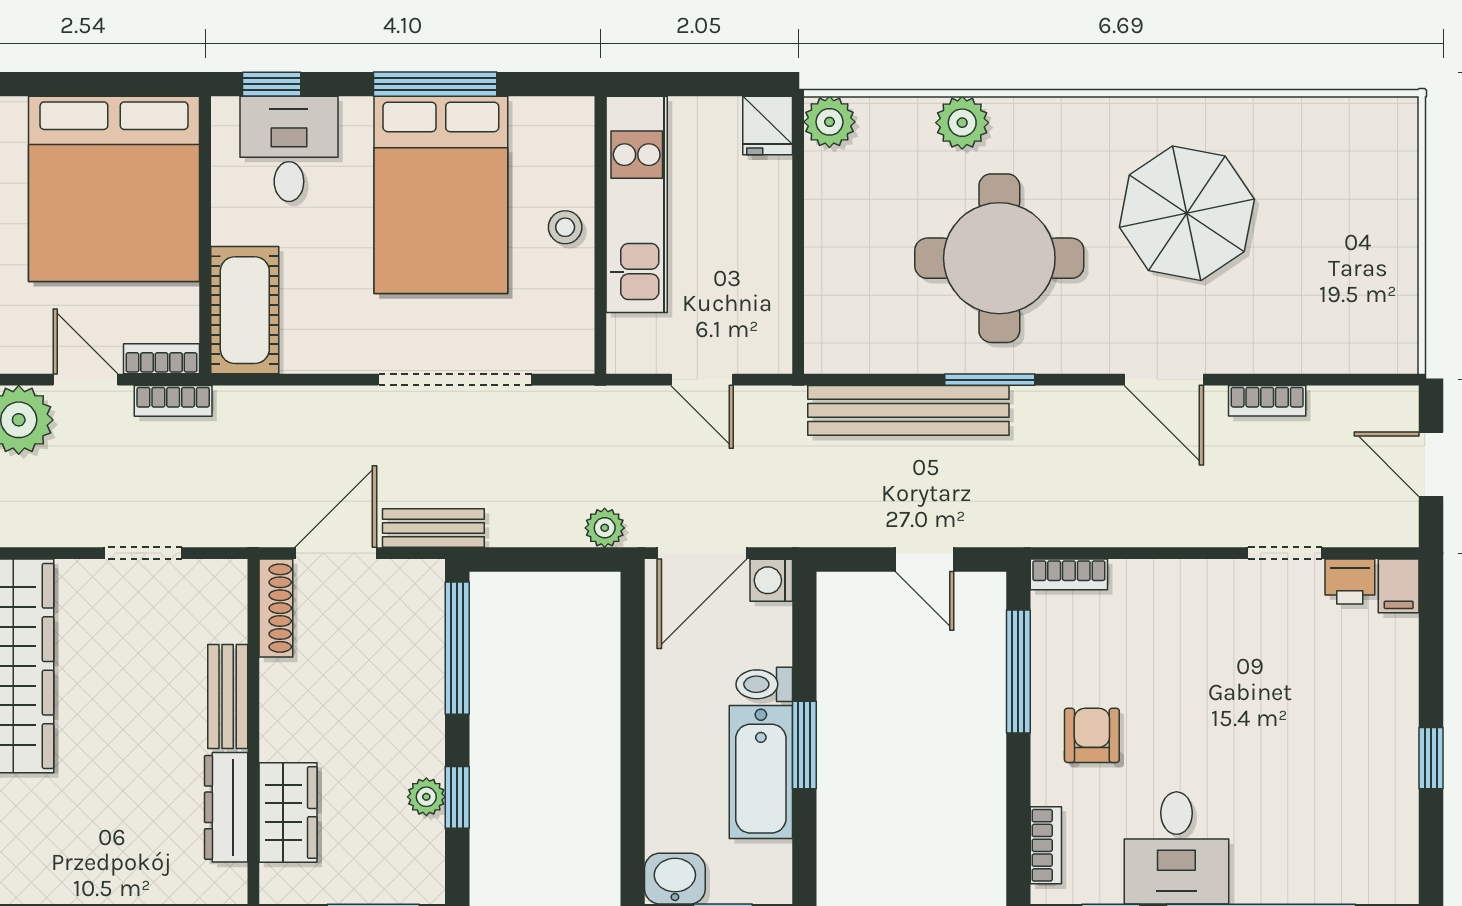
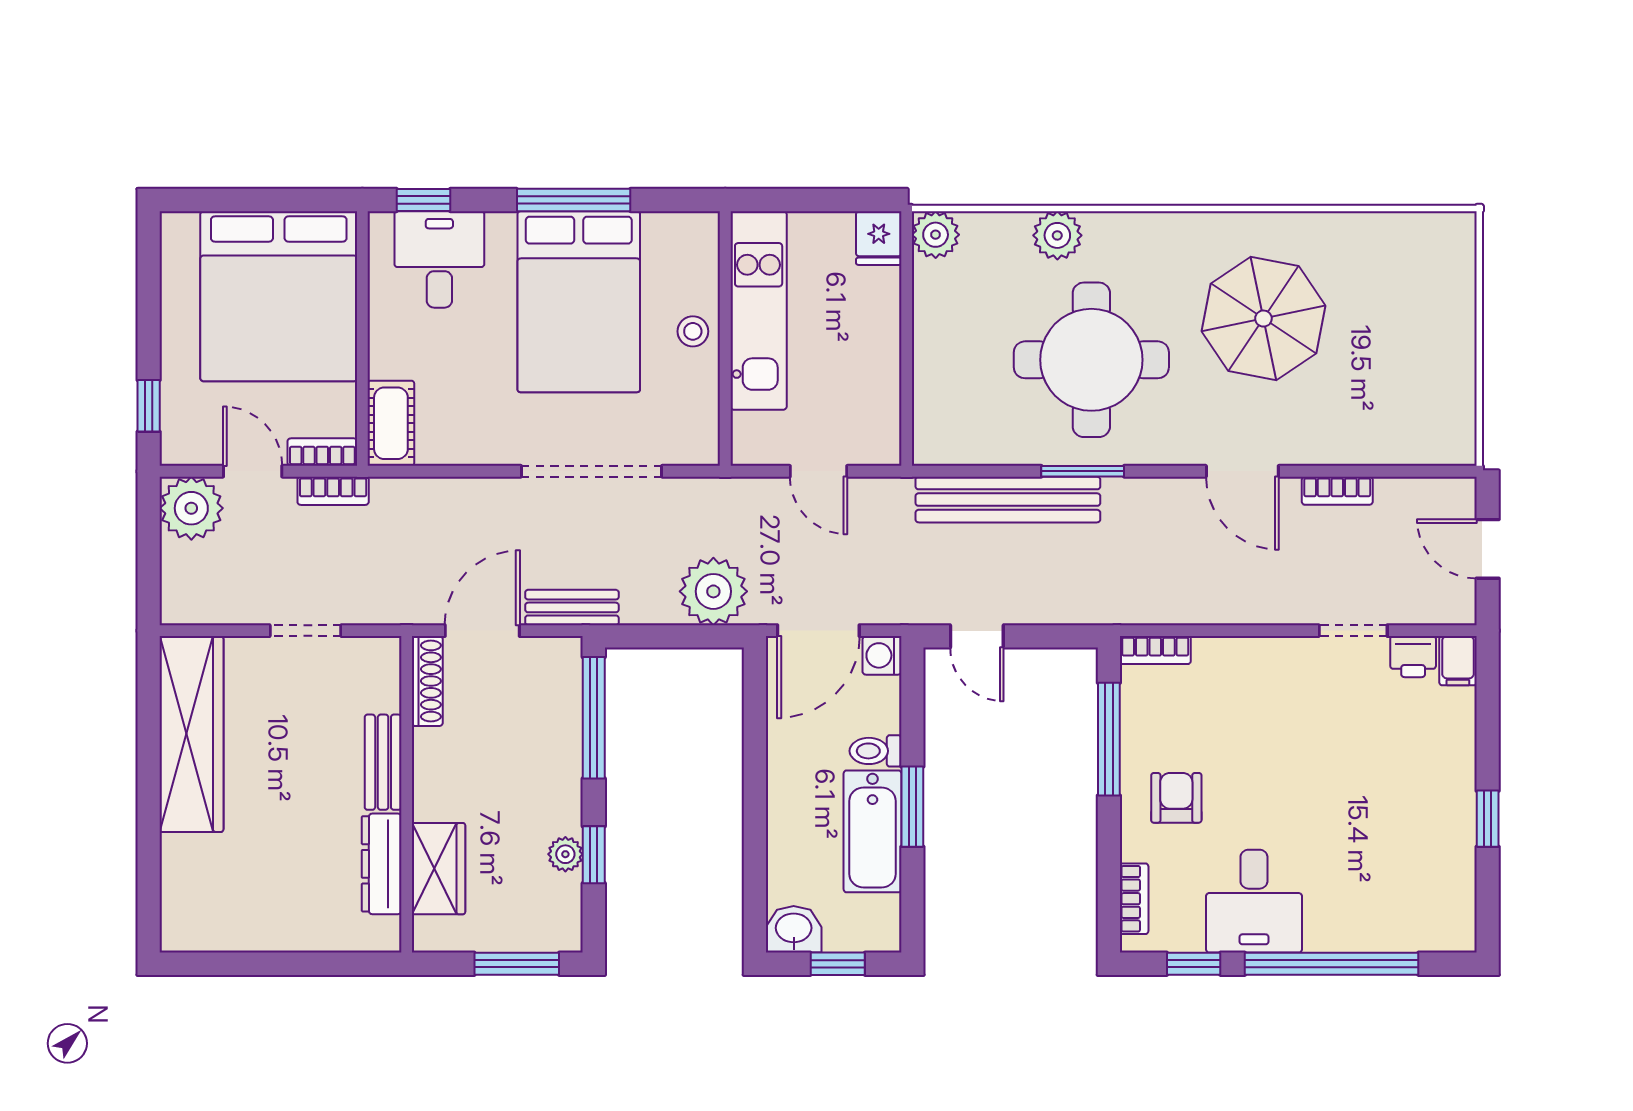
cot: (245, 310) -> (391, 423), width x0.73, depth x0.75
plant: (605, 528) -> (713, 591), width x1.87, depth x1.87
door: (925, 559) -> (977, 636), moved

